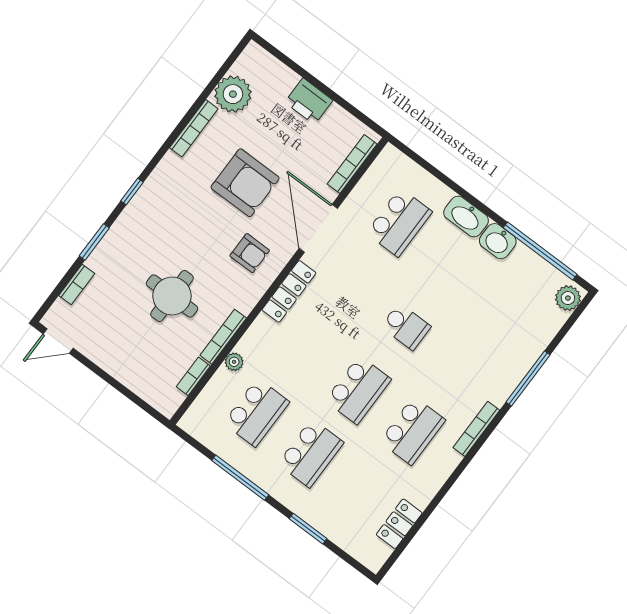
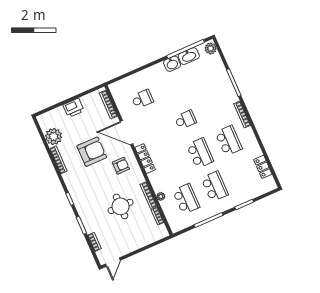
washbasin: (466, 216) -> (189, 56), moved
school desk: (399, 222) -> (142, 99), width x0.54

